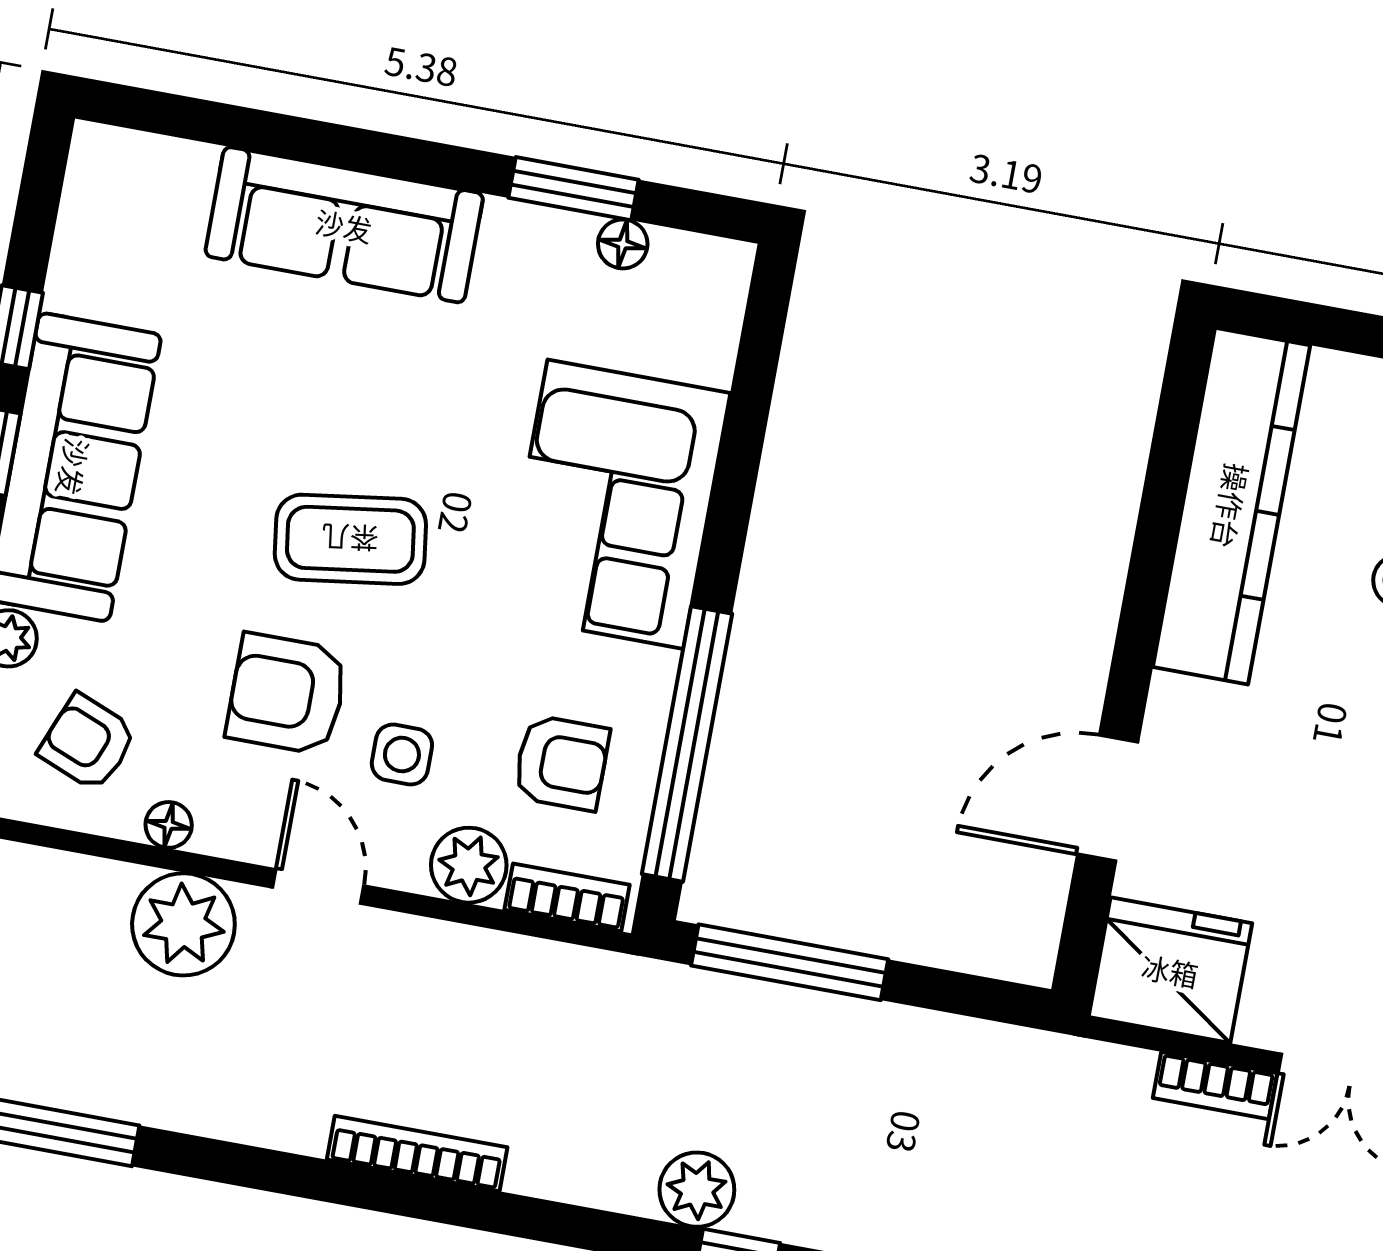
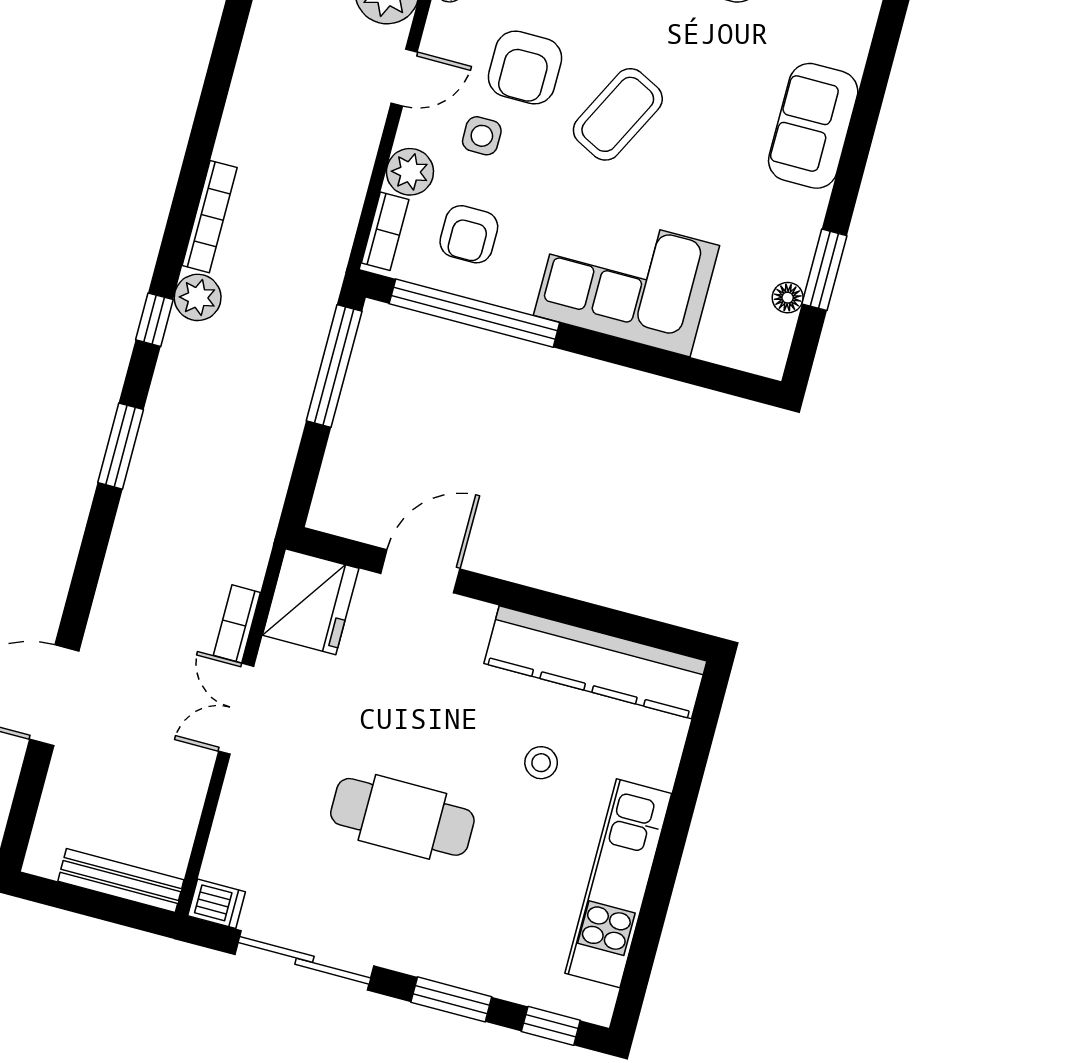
sofa: (344, 225) -> (813, 126), width x0.73
coffee table: (350, 539) -> (618, 114), turned 35
armchair: (287, 694) -> (525, 68), turned 180
door: (1108, 798) -> (420, 571), hinge flipped
bookcase: (417, 1153) -> (210, 217), moved

